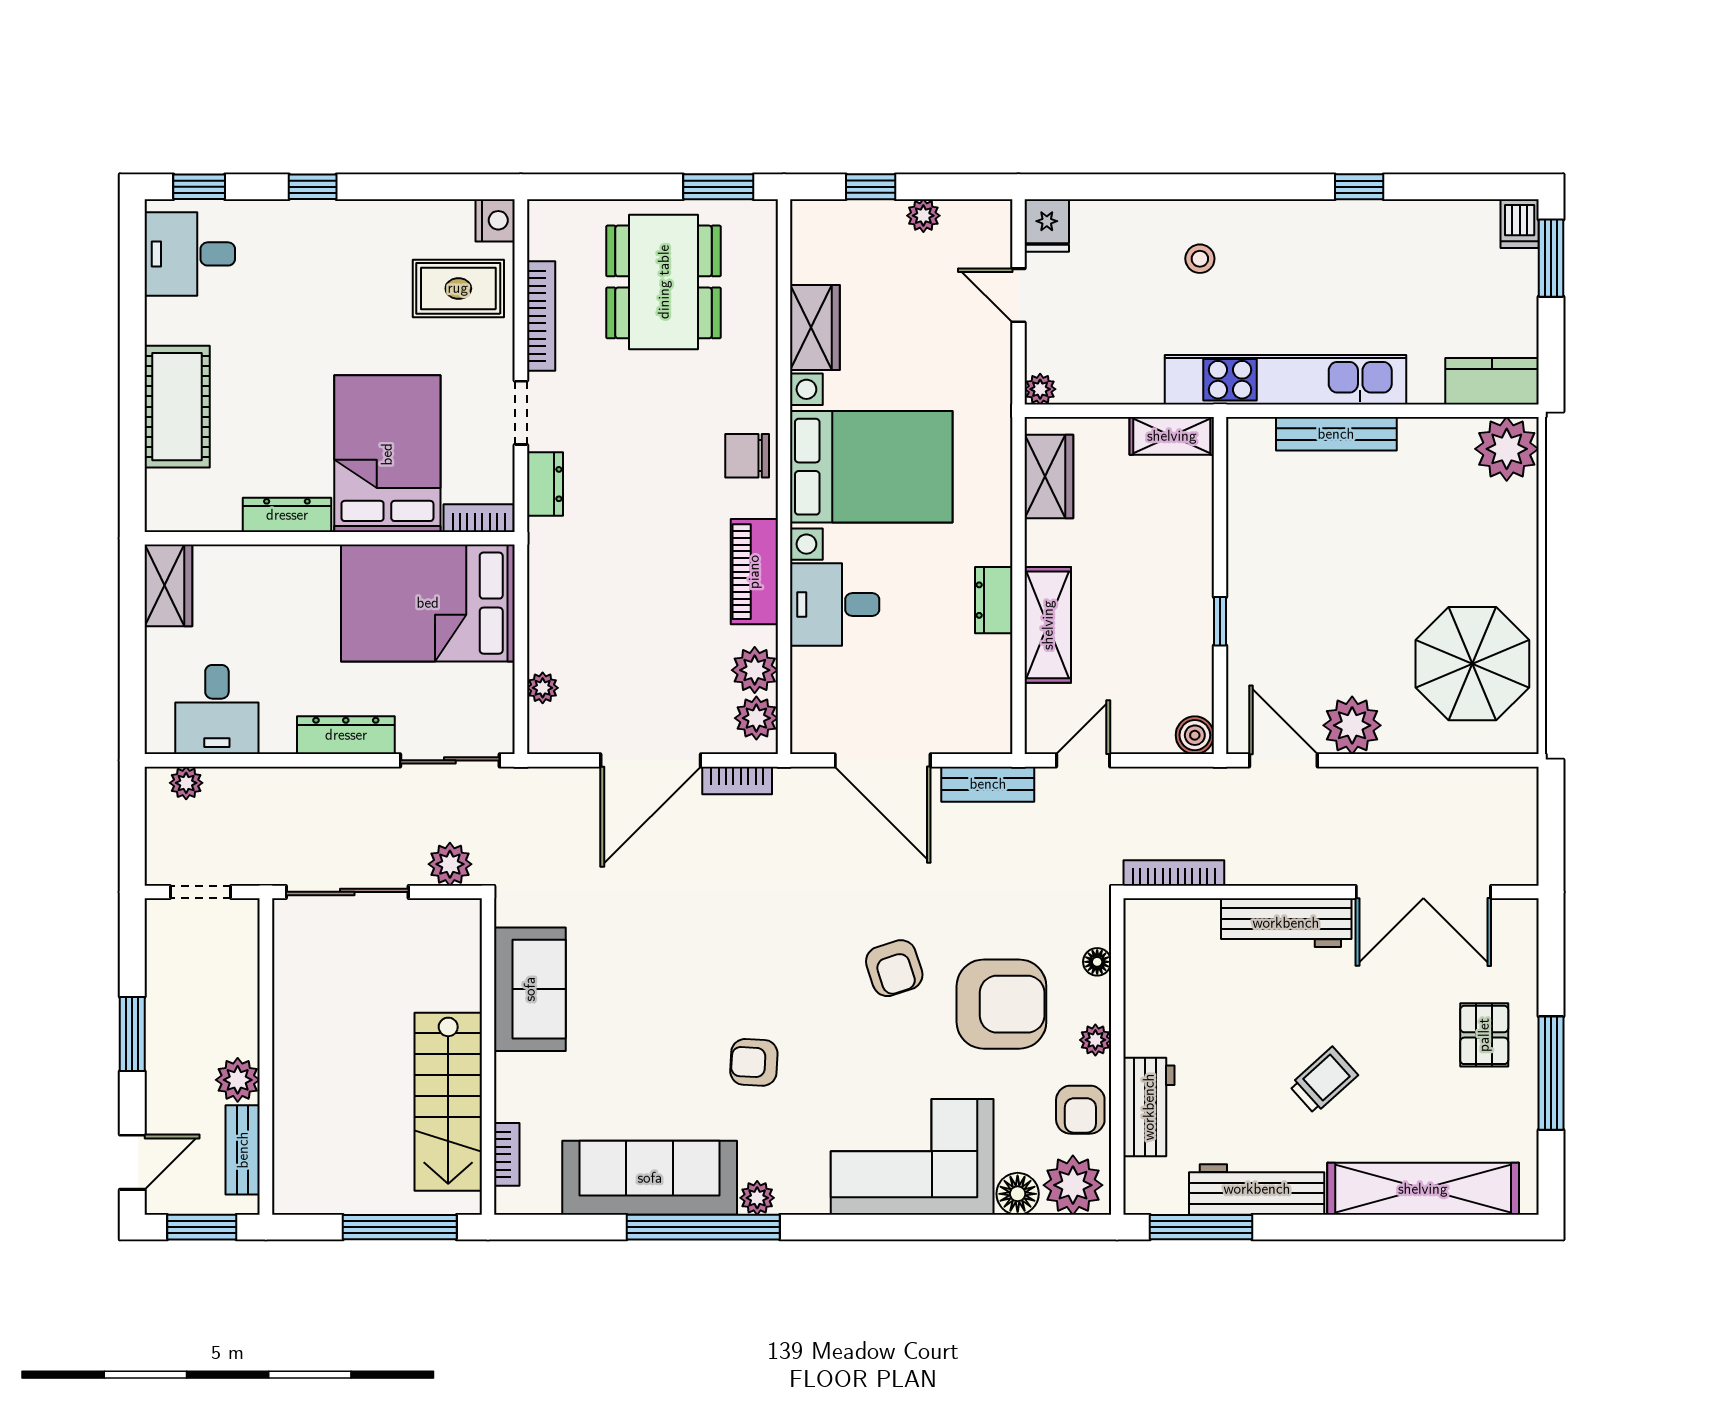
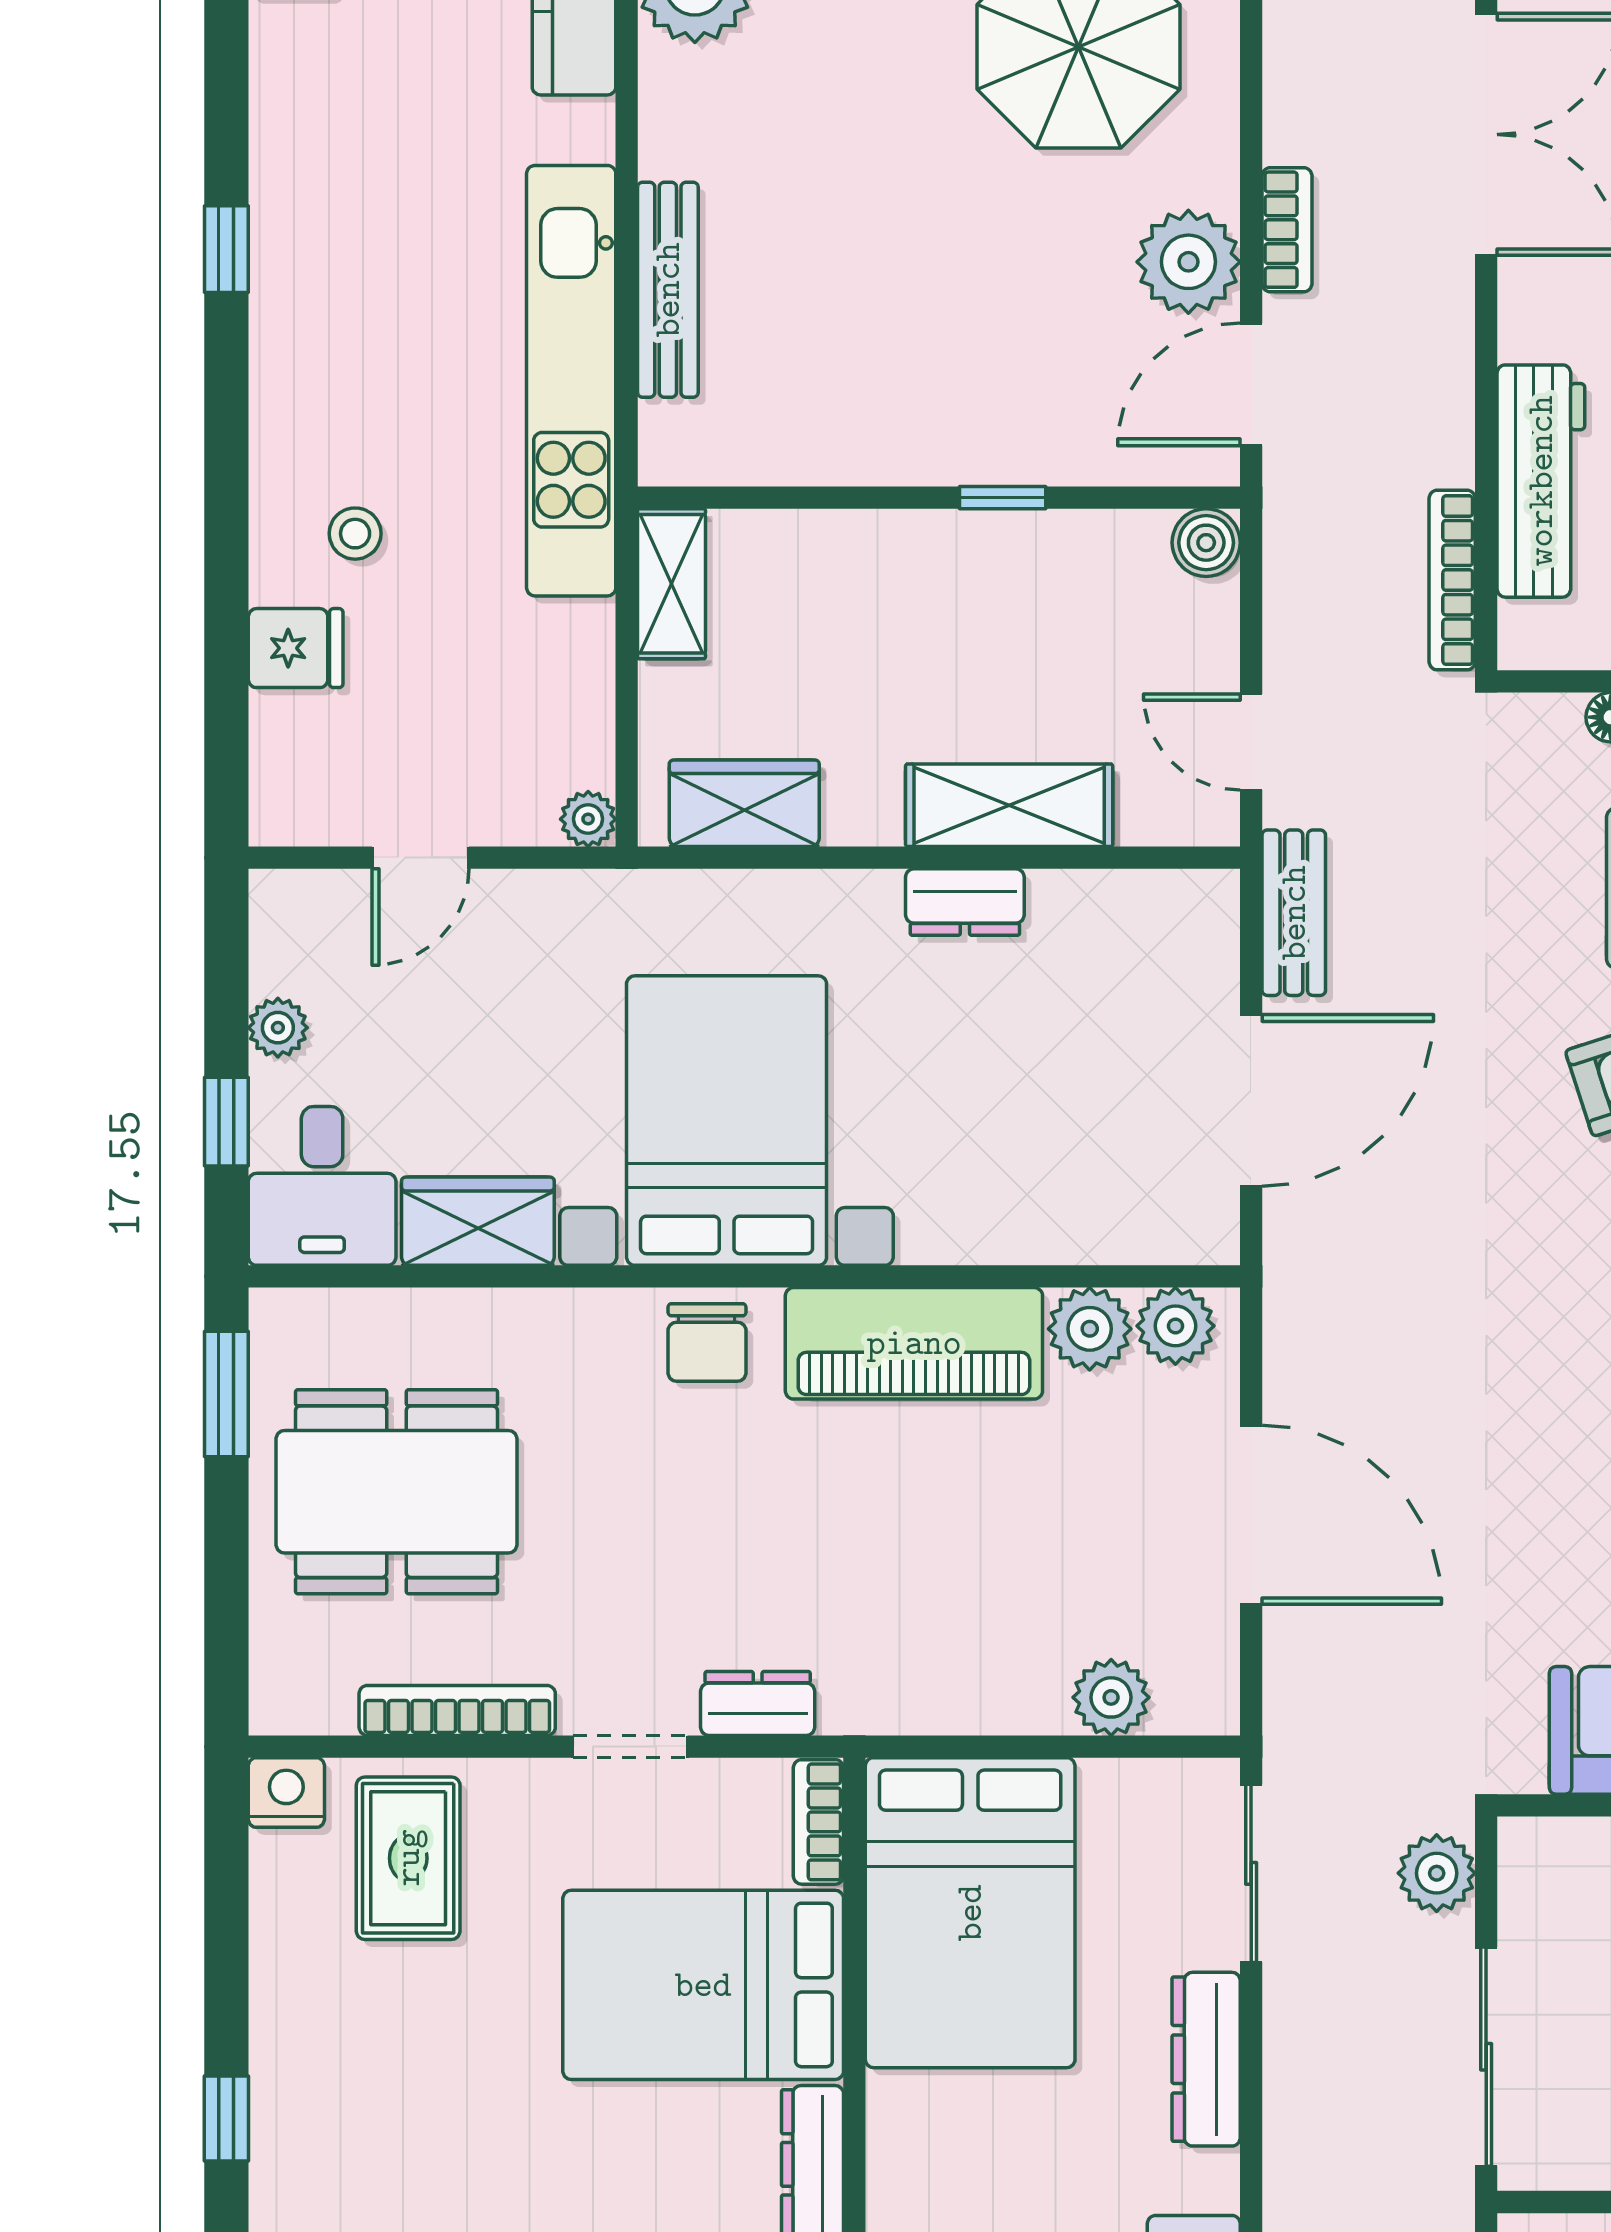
fridge: (1047, 225) -> (296, 648), moved
piano: (754, 572) -> (914, 1343), width x1.37, depth x1.33
desk: (835, 605) -> (322, 1186), moved
plant: (543, 688) -> (1111, 1697), width x1.38, depth x1.38
bookcase: (737, 780) -> (1287, 230), moved
workbench: (1286, 923) -> (1541, 481), moved

